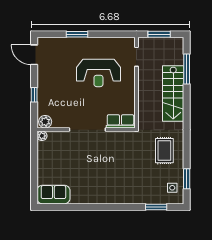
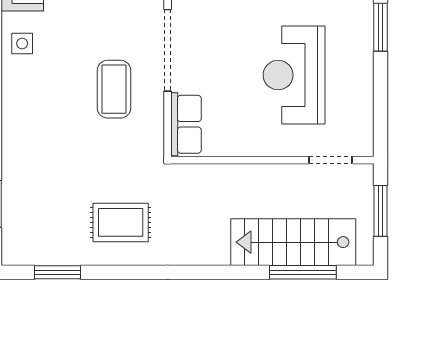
stairs: (173, 93) -> (293, 242), moved
coffee table: (105, 154) -> (114, 89), added
side table: (172, 188) -> (22, 44), moved

